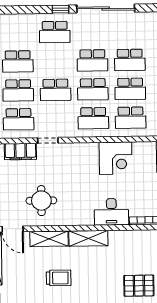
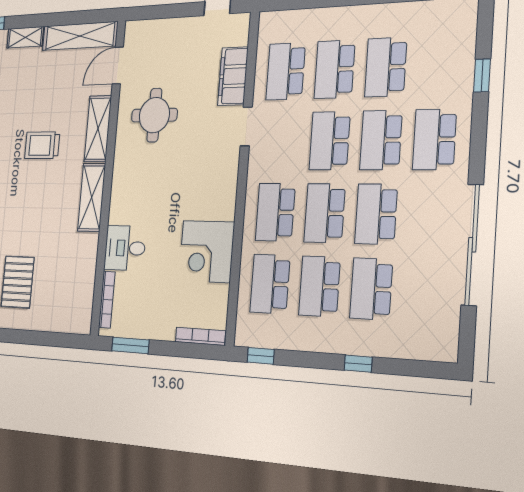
window: (61, 9) -> (482, 75), moved
school desk: (55, 61) -> (381, 140), added
desk: (111, 212) -> (125, 248), width x0.73
trolley: (59, 278) -> (42, 145), turned 90

